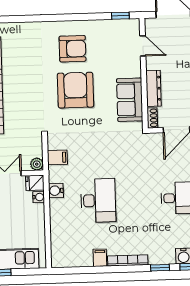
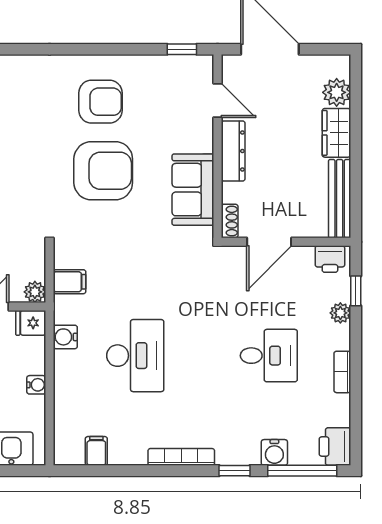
dresser: (154, 88) -> (233, 151), moved
armchair: (75, 90) -> (103, 171), turned 90
water cooler: (39, 197) -> (36, 385), moved
filing cabinet: (100, 258) -> (96, 451), moved

